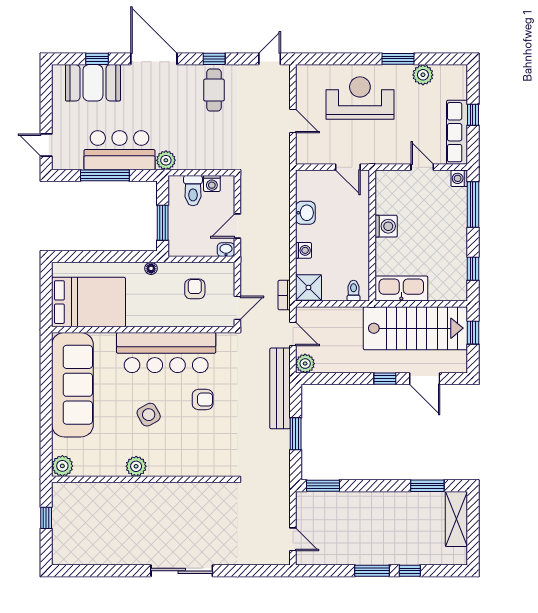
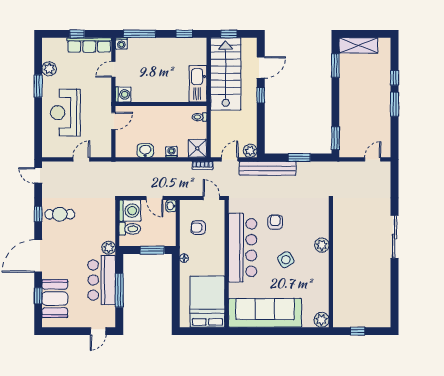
washing machine: (212, 184) -> (130, 211), width x1.89, depth x1.89
washing machine: (386, 226) -> (123, 94), moved, turned 90
plant: (136, 466) -> (322, 245), moved

